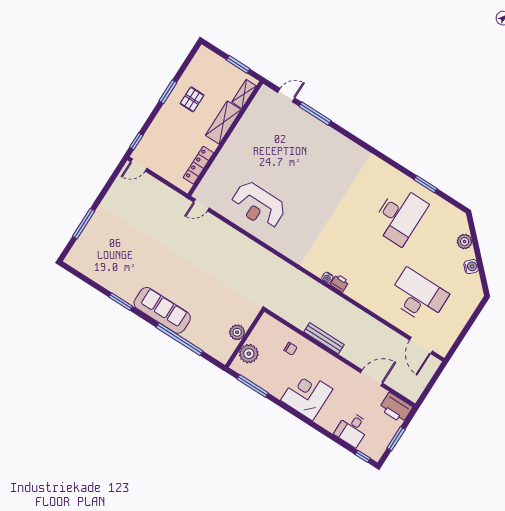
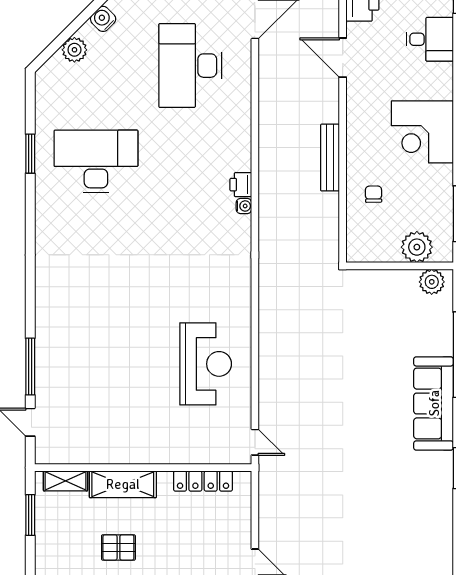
plant: (237, 332) -> (432, 282), moved

